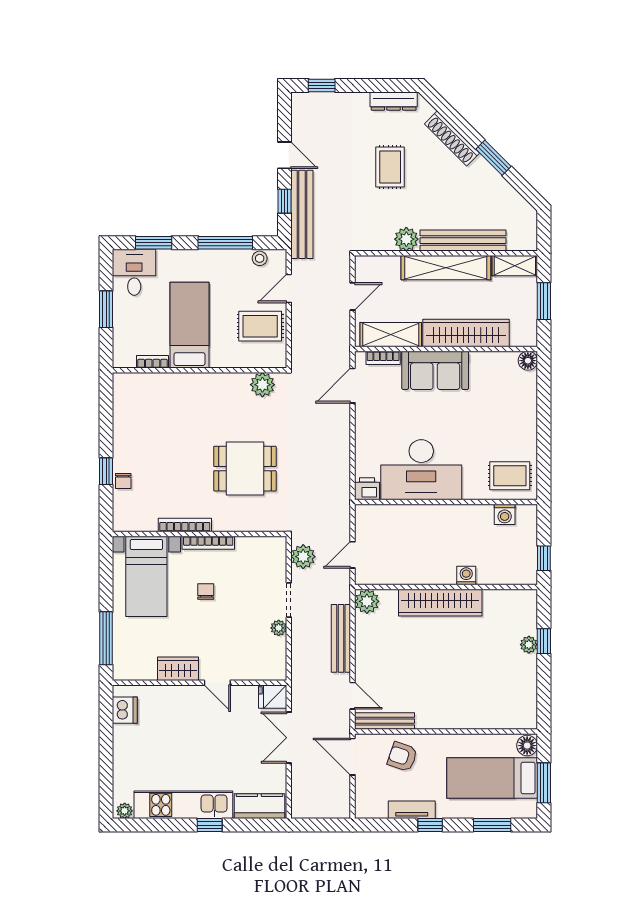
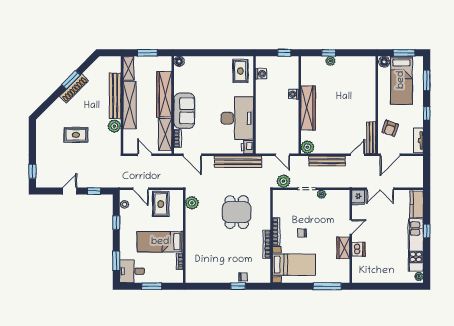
dresser: (394, 101) -> (41, 133), removed
shoe rack: (452, 138) -> (74, 89), moved
bench: (302, 214) -> (238, 162), moved
window: (225, 243) -> (116, 223), width x0.46
dishwasher: (125, 710) -> (358, 249), moved, turned 90
tv unit: (412, 810) -> (418, 140), moved

